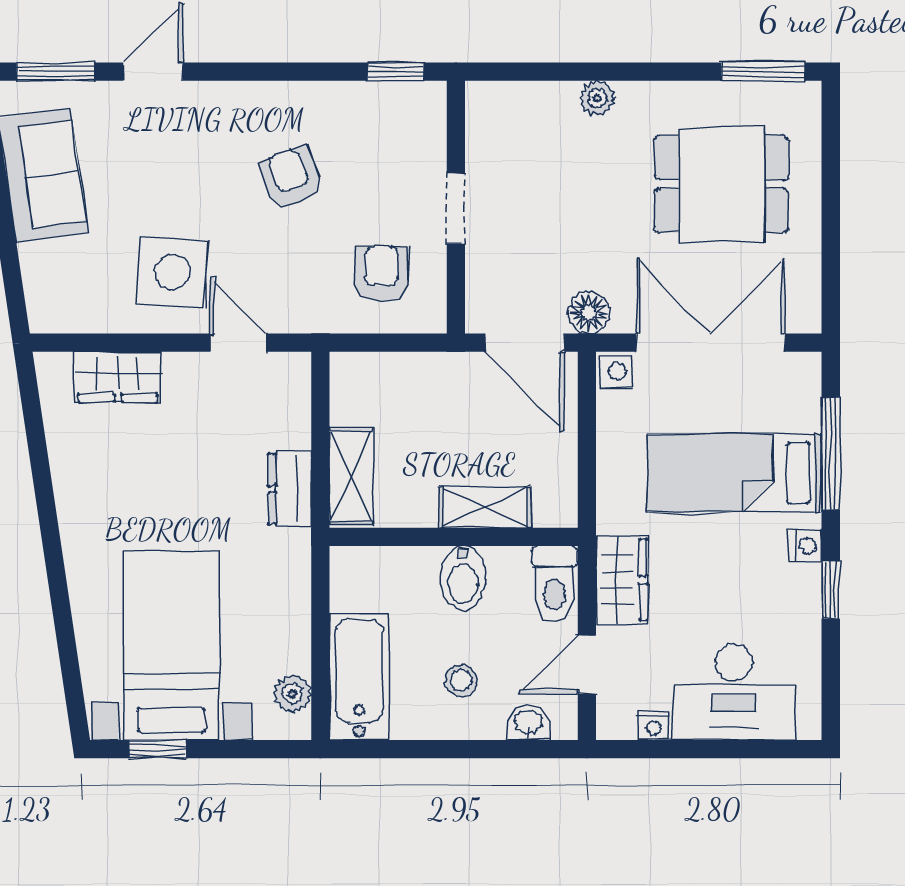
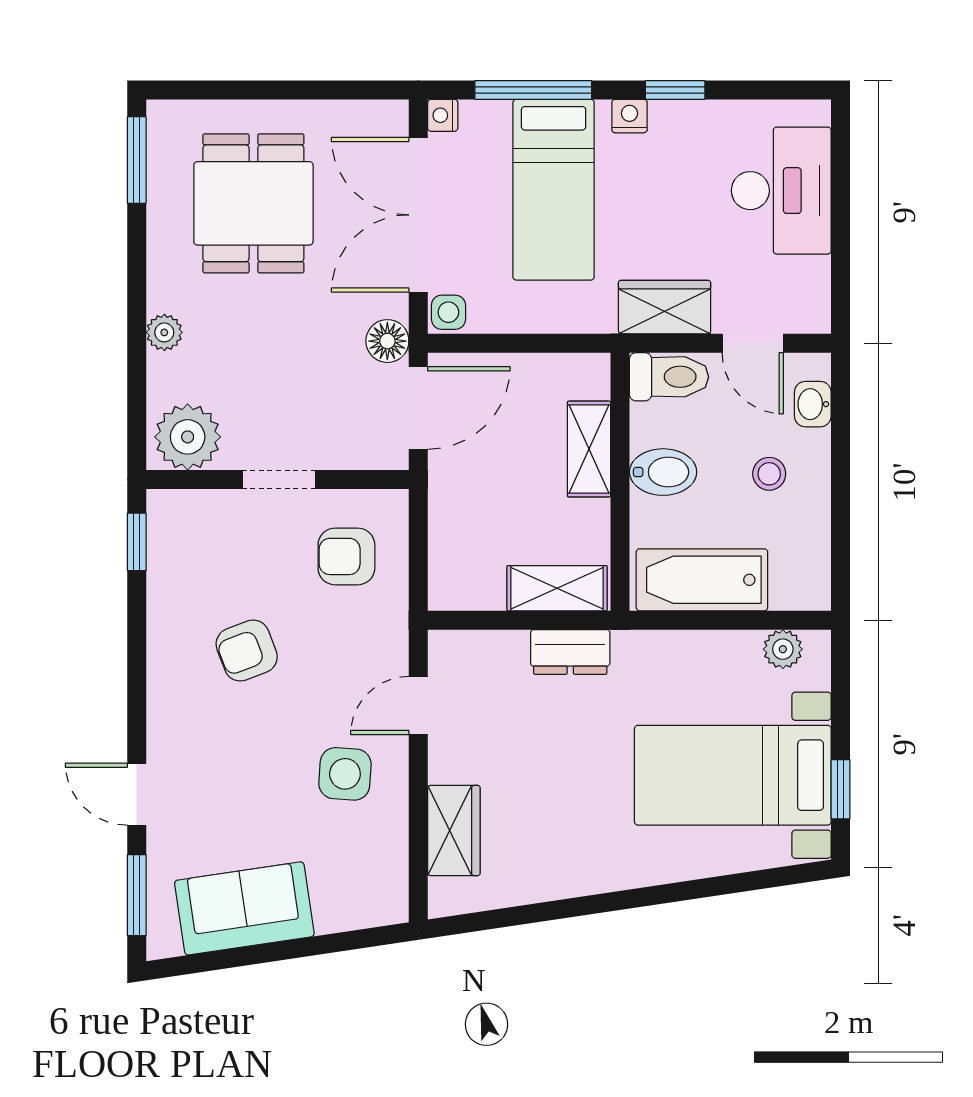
plant: (497, 121) -> (188, 437), added
side table: (172, 272) -> (345, 774), width x0.73, depth x0.73
bathtub: (359, 677) -> (702, 580), moved
nightstand: (654, 726) -> (443, 115), moved, turned 180

